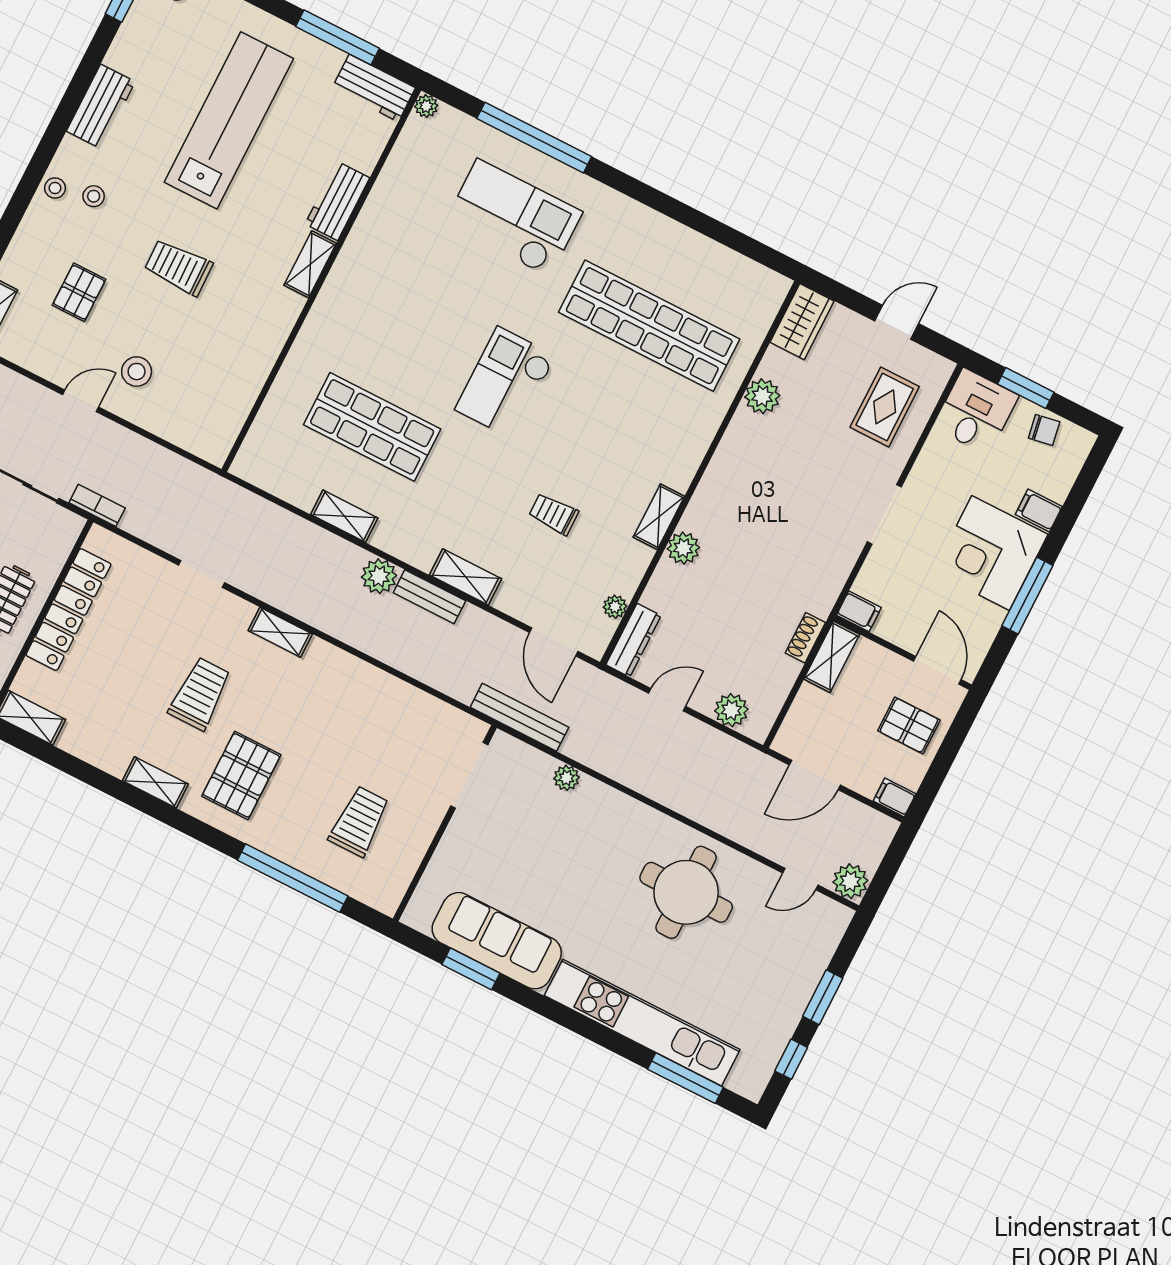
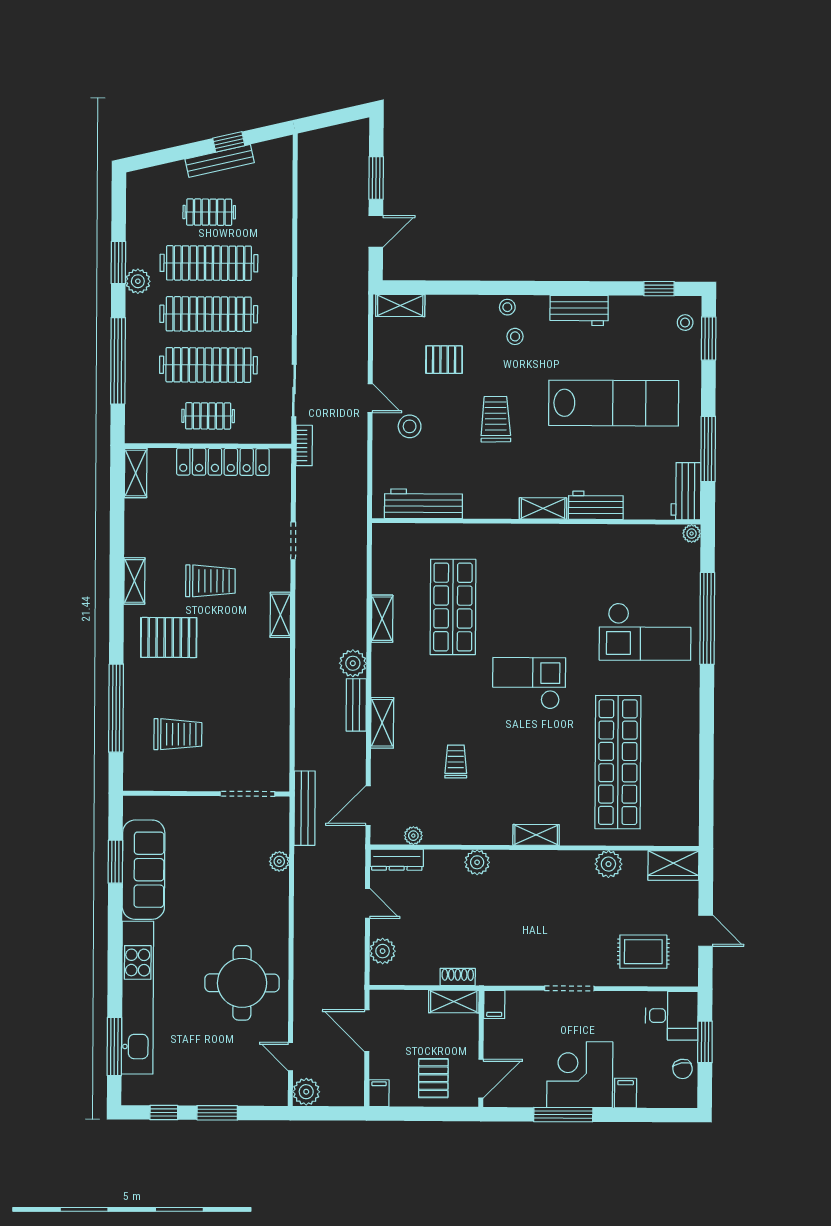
checkout: (513, 218) -> (645, 632), turned 90
workbench: (235, 401) -> (423, 504), added
shelving: (659, 517) -> (536, 835), moved

